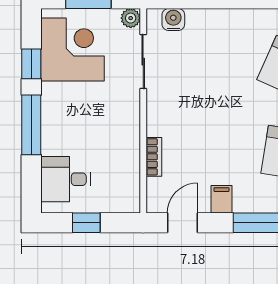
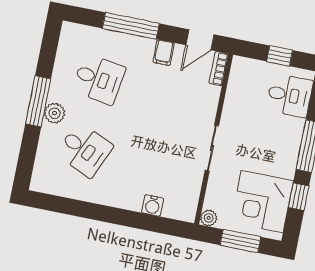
water cooler: (173, 20) -> (153, 205), moved
sliding door: (143, 62) -> (212, 148), moved
bookcase: (154, 157) -> (219, 69), moved

